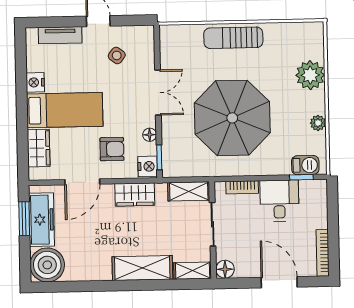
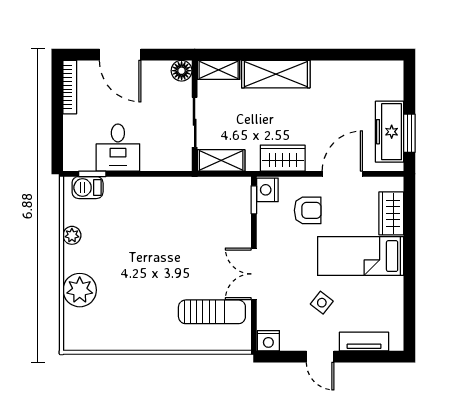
sun lounger: (233, 38) -> (212, 312), moved
side table: (117, 55) -> (322, 303), moved
nightstand: (35, 82) -> (268, 341), moved, turned 90
parasol: (232, 118) -> (170, 243), removed
floor lamp: (150, 135) -> (264, 226), removed
armchair: (112, 149) -> (308, 210), turned 180
bookcase: (242, 187) -> (160, 164), removed
boiler: (47, 265) -> (384, 80), removed

